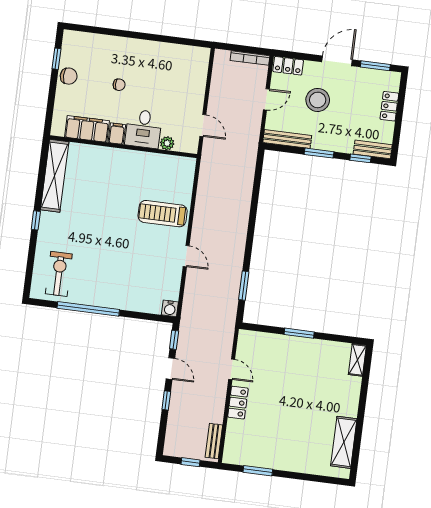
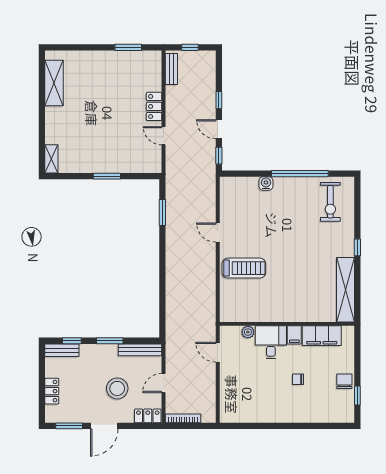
chair: (69, 76) -> (344, 381), turned 90
water cooler: (170, 308) -> (266, 184), moved

